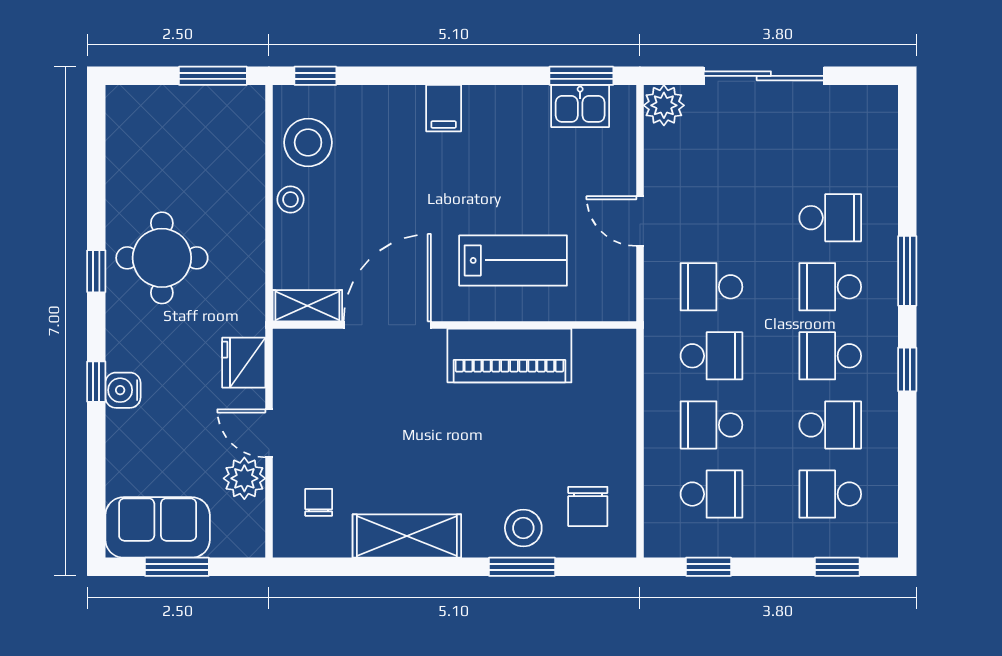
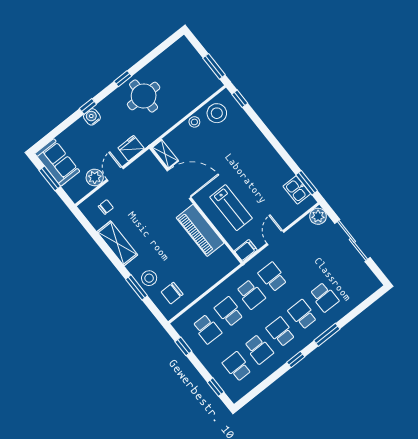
filing cabinet: (444, 108) -> (246, 250), moved, turned 180

